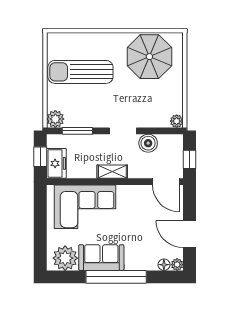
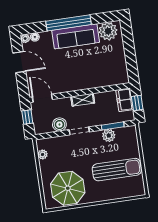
plant: (55, 119) -> (109, 135), moved
plant: (177, 121) -> (42, 154), moved
corner sofa: (85, 207) -> (99, 71), removed
sofa: (101, 258) -> (76, 36), width x1.36

